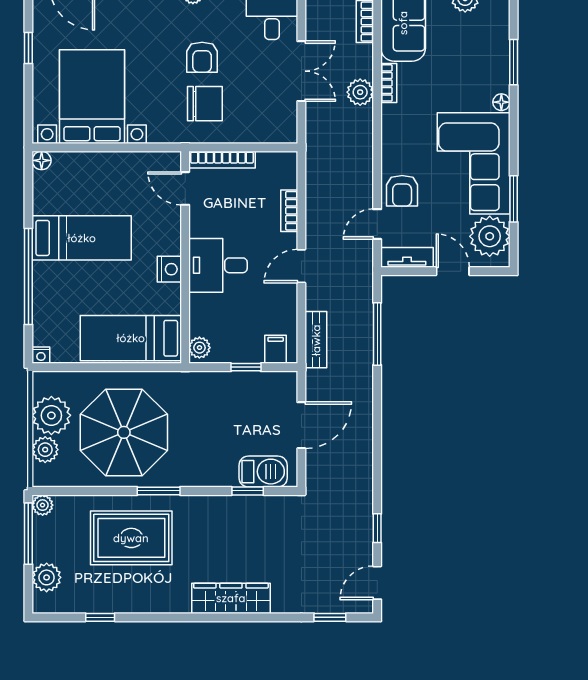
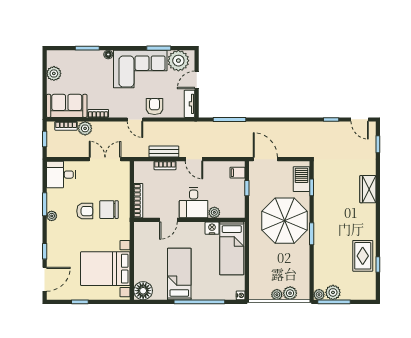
double door: (301, 71) -> (105, 159), moved
plant: (360, 92) -> (85, 128), moved
chair: (205, 104) -> (109, 210), turned -90
floor lamp: (42, 160) -> (143, 291), width x1.89, depth x1.89
door: (185, 188) -> (168, 220), moved
armchair: (402, 191) -> (155, 106), turned -90
door: (377, 224) -> (135, 119), moved
nightstand: (169, 269) -> (212, 228), moved
bench: (316, 340) -> (164, 152), moved
plant: (199, 348) -> (214, 212), moved
plant: (51, 415) -> (277, 295), width x0.53, depth x0.53
door: (301, 425) -> (265, 159), moved
parasol: (124, 432) -> (285, 221), moved
rug: (131, 538) -> (363, 256), moved, width x0.73, depth x0.70
plant: (47, 577) -> (333, 292), moved
wardrobe: (231, 598) -> (368, 189), width x0.67

